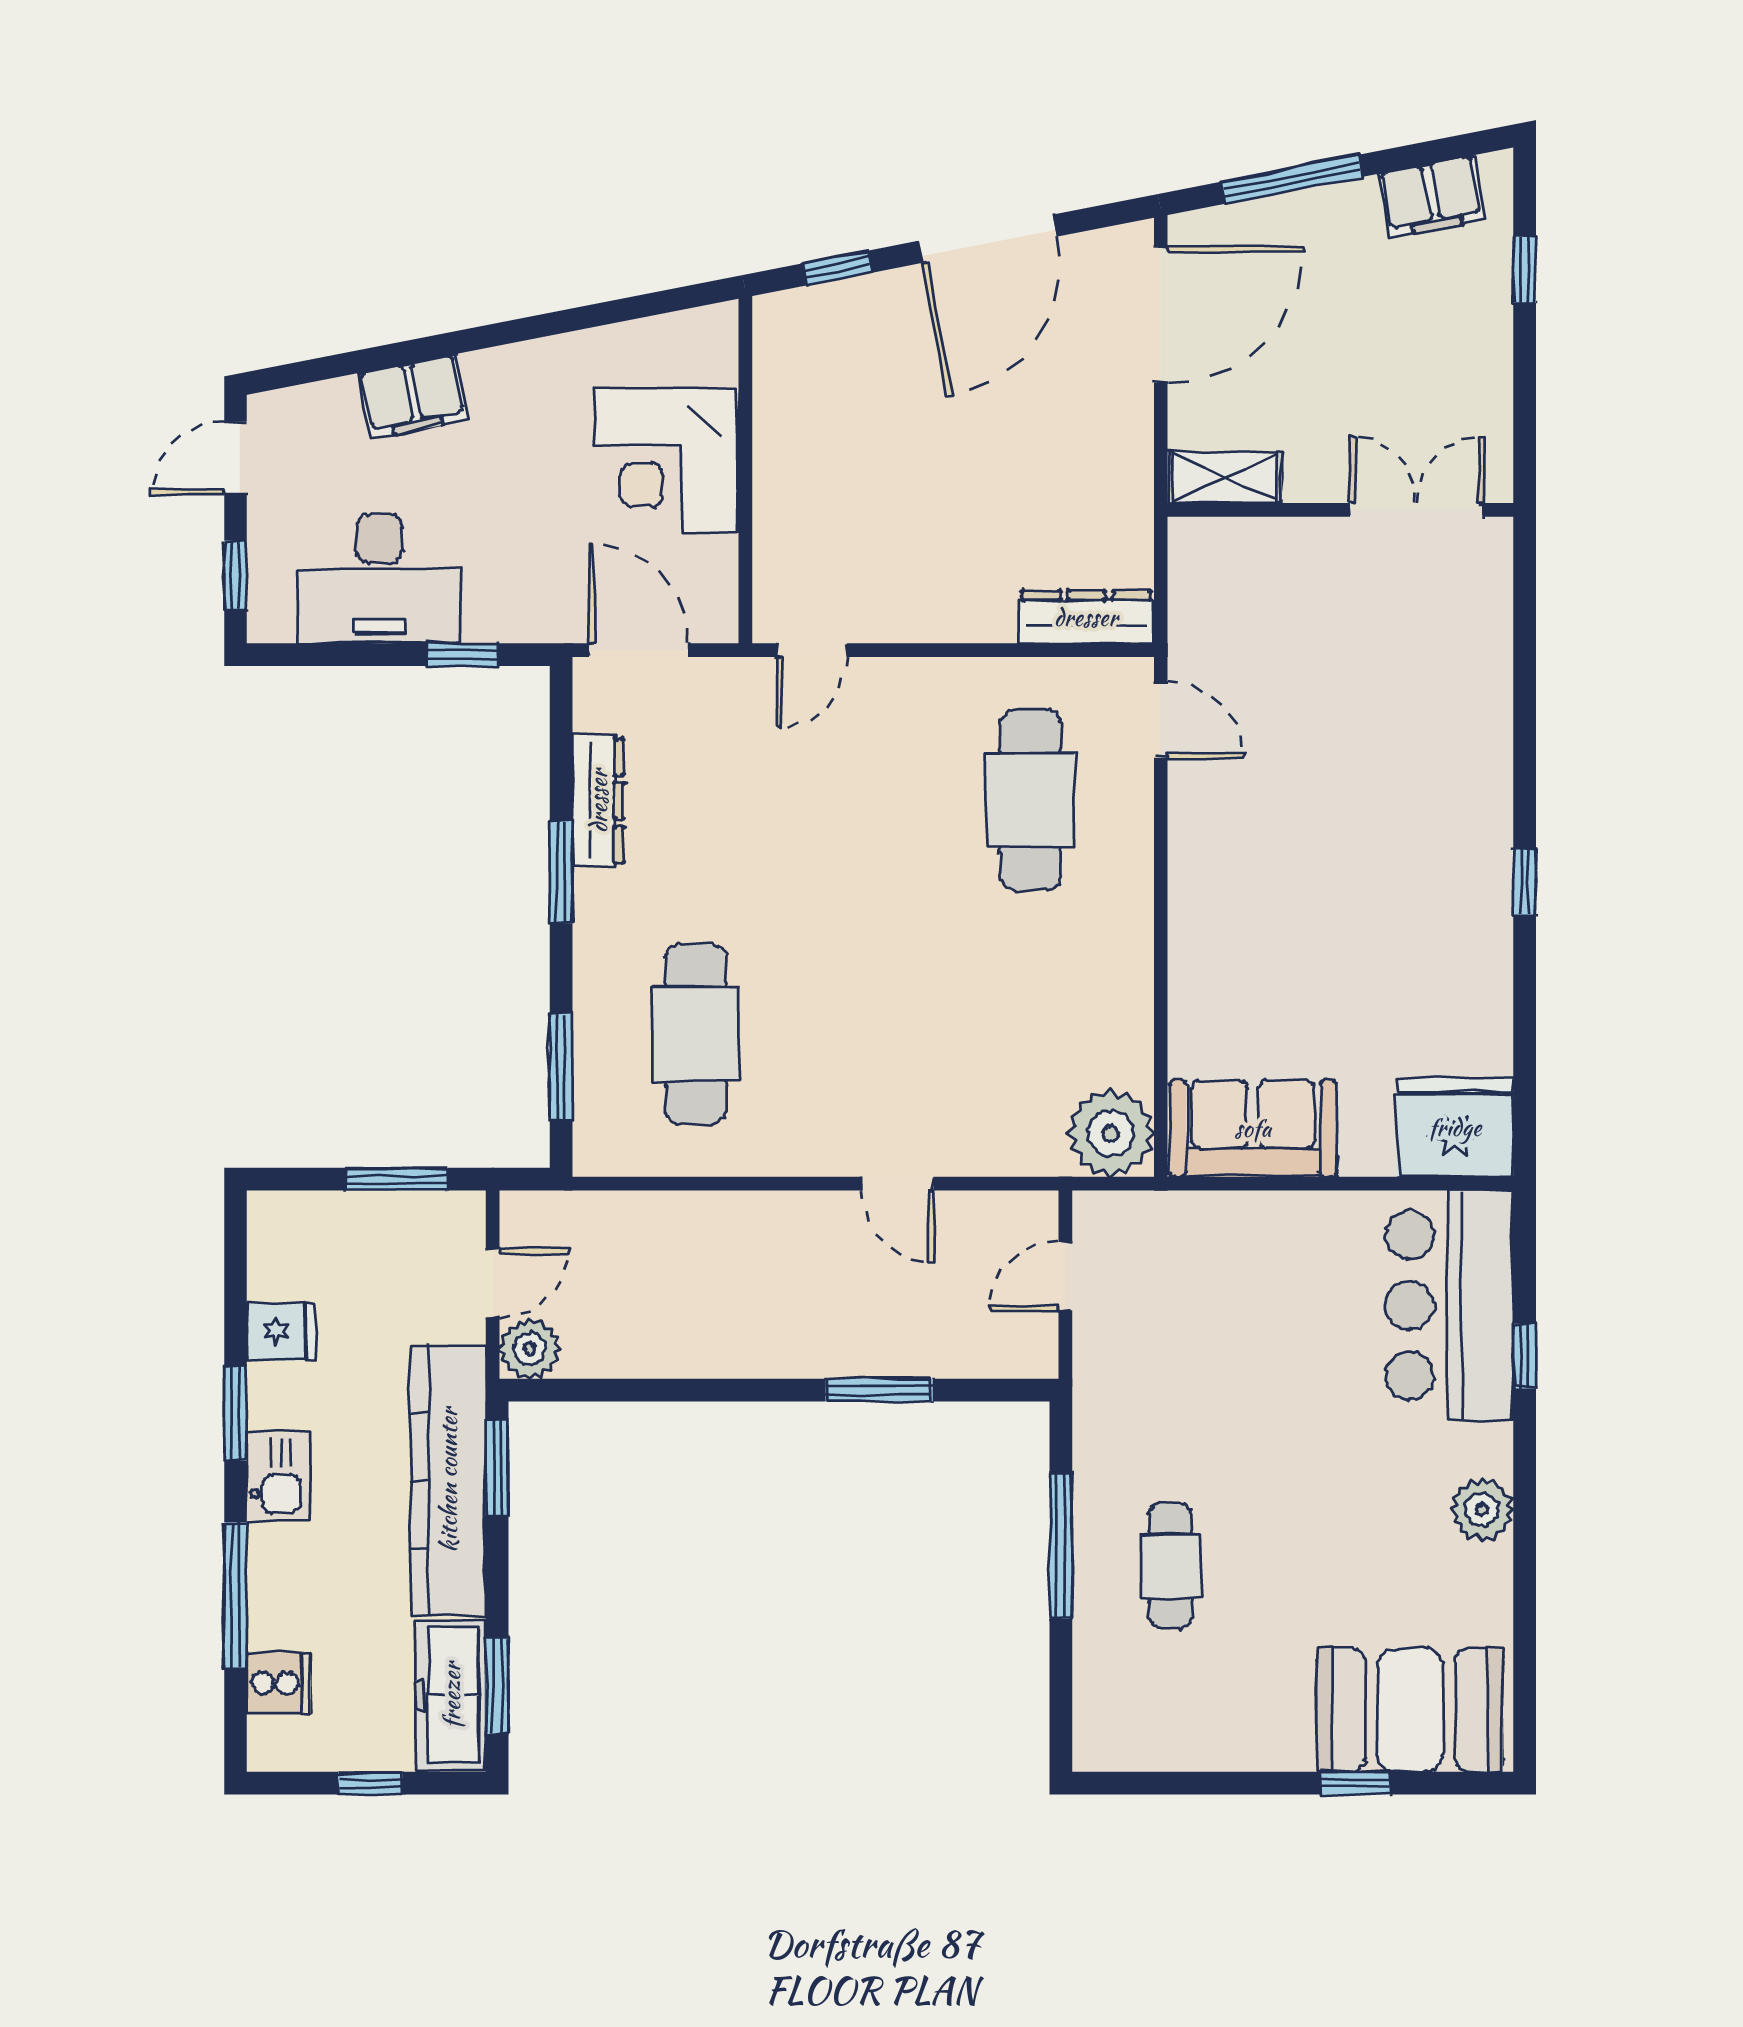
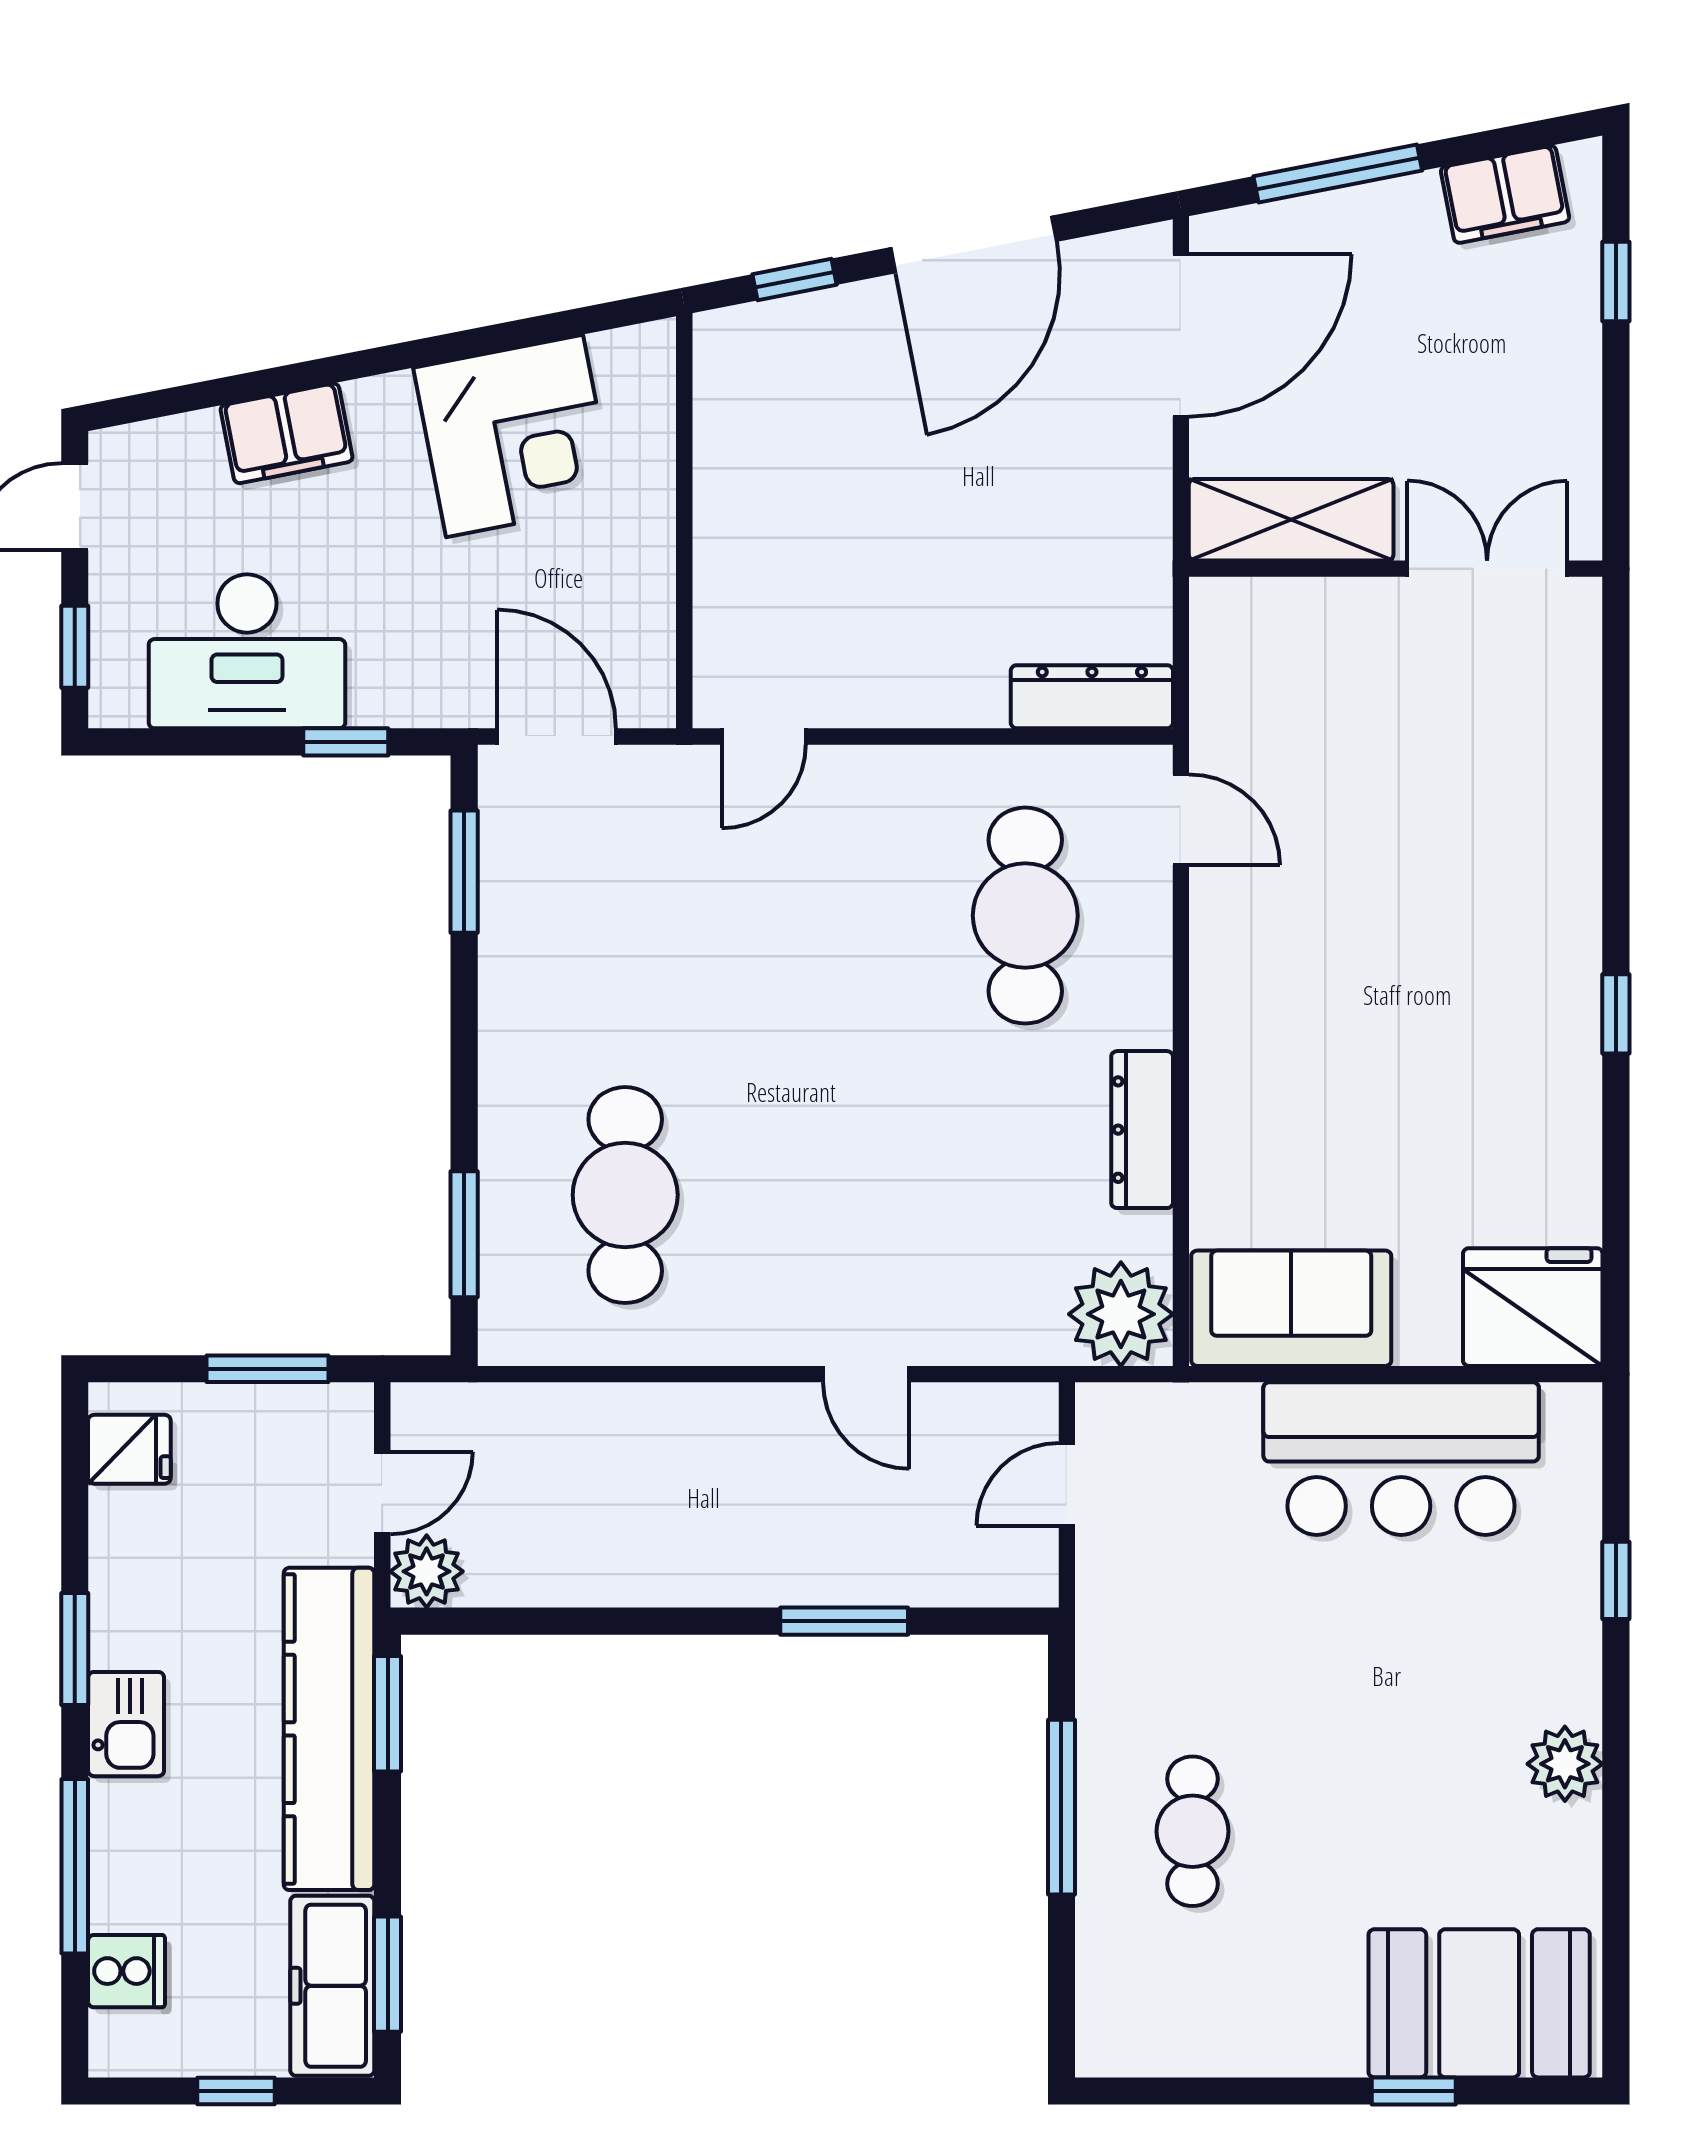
corner desk: (666, 461) -> (514, 436), moved, turned -101
shelving: (1224, 477) -> (1291, 520), width x1.50, depth x1.33
dresser: (598, 801) -> (1142, 1130), moved, turned 180
window: (561, 872) -> (464, 872), moved
bar counter: (1449, 1305) -> (1401, 1459), moved, turned -90
fridge: (281, 1331) -> (129, 1449), moved

